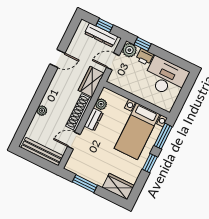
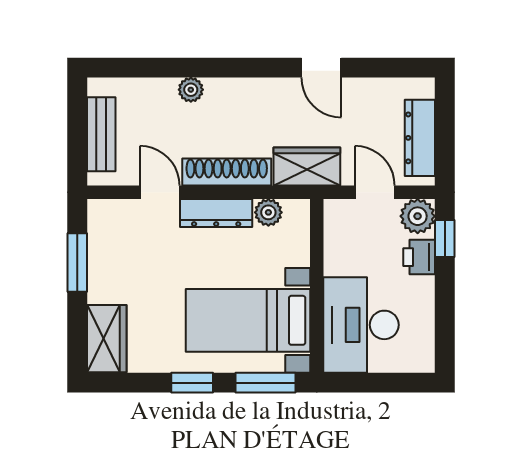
window: (104, 25) -> (445, 135), removed
desk: (166, 77) -> (361, 325), moved, turned 180
dresser: (94, 119) -> (216, 213), width x1.44
bench: (42, 152) -> (101, 134), width x0.73

